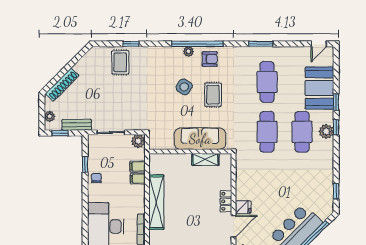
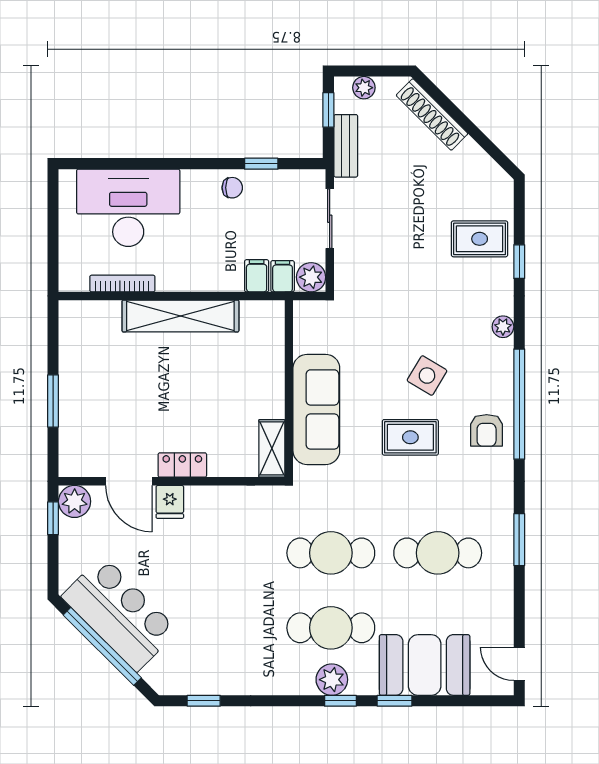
plant: (189, 51) -> (503, 327), moved
shelving: (205, 159) -> (272, 448), moved
filing cabinet: (138, 179) -> (283, 276), moved

